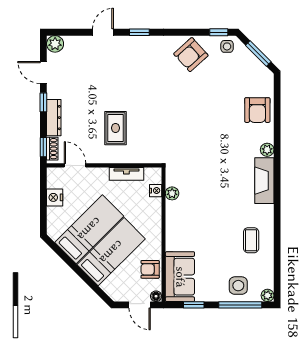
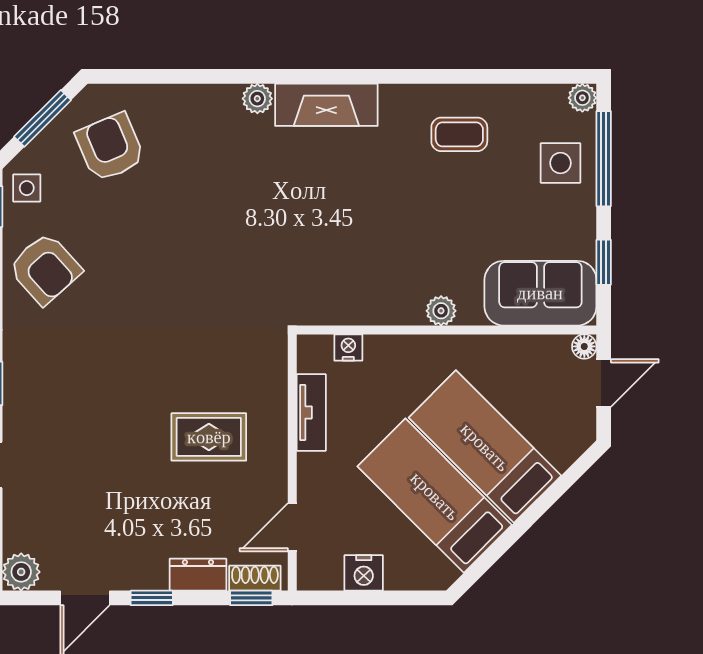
armchair: (257, 110) -> (110, 147), moved, turned -113
dresser: (54, 118) -> (198, 575), width x0.70
plant: (172, 193) -> (441, 311), moved
armchair: (150, 269) -> (524, 360), removed

